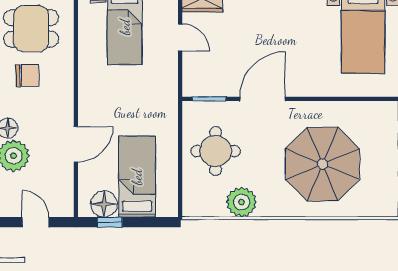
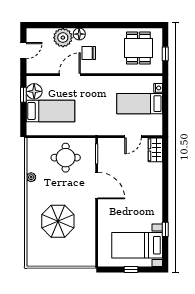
chair: (27, 76) -> (89, 53), moved, turned 91
door: (76, 144) -> (70, 75), swing flipped
parasol: (323, 164) -> (58, 221), width x0.73, depth x0.73
plant: (241, 202) -> (31, 177), width x0.53, depth x0.53

